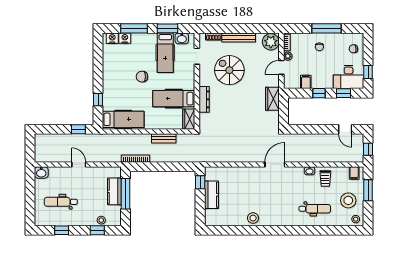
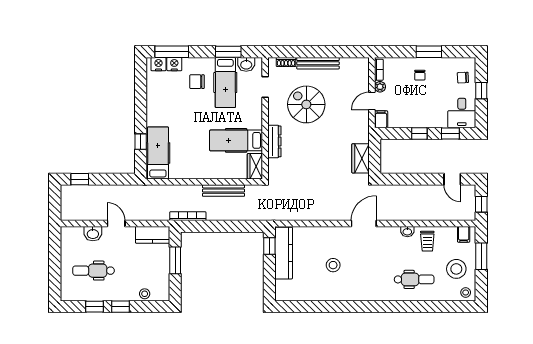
window: (134, 28) -> (172, 52), moved
window: (327, 28) -> (429, 52), width x0.69
plant: (271, 42) -> (359, 69), removed
window: (368, 72) -> (481, 91), moved
chair: (142, 77) -> (197, 82), moved
desk: (349, 77) -> (462, 113), width x0.73
filing cabinet: (306, 82) -> (381, 119), moved
wardrobe: (272, 99) -> (361, 158), moved
hospital bed: (123, 119) -> (158, 153), moved, turned -90
window: (78, 129) -> (80, 179), moved
bench: (164, 138) -> (224, 191), width x1.36
washbasin: (41, 172) -> (93, 234), moved
kitchen counter: (114, 191) -> (153, 235), moved, turned -90
window: (125, 194) -> (175, 260), width x0.69
kitchen counter: (211, 195) -> (284, 253), width x1.50
stool: (253, 218) -> (333, 265), moved
window: (97, 230) -> (120, 307), moved

